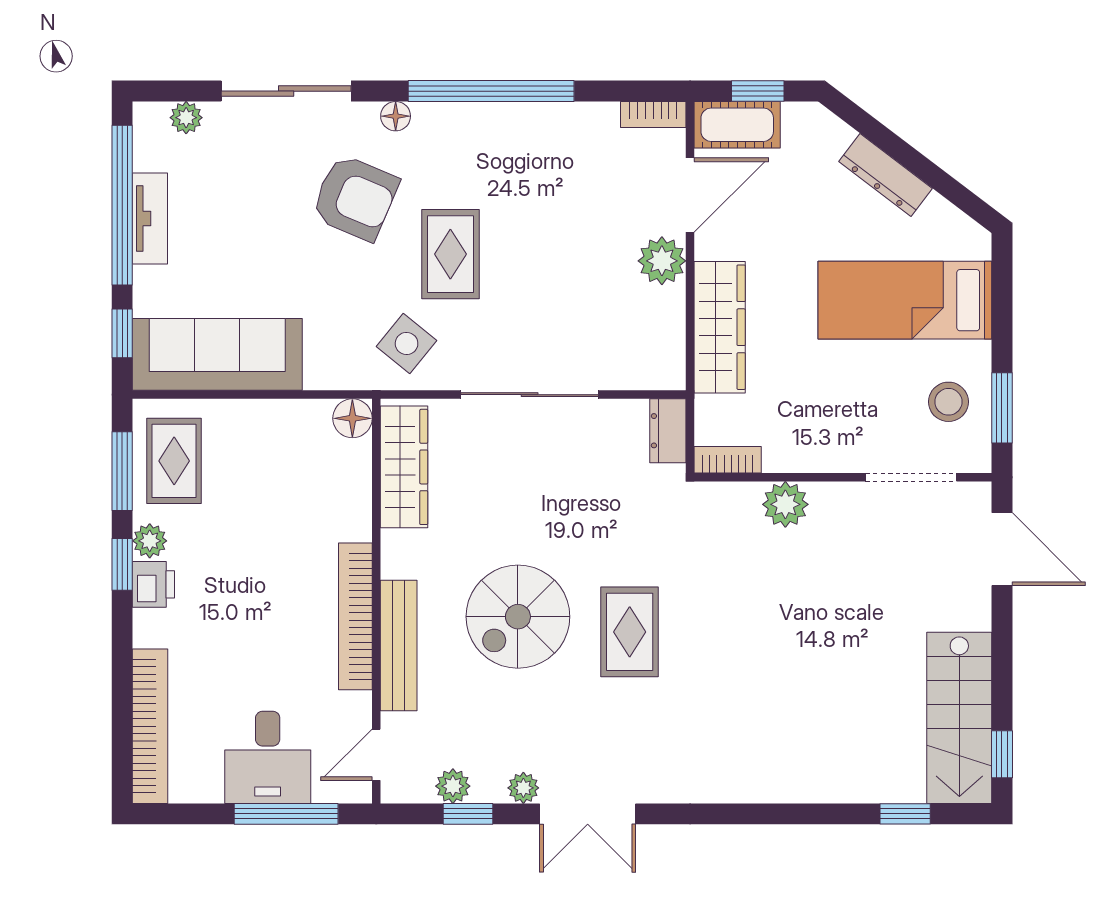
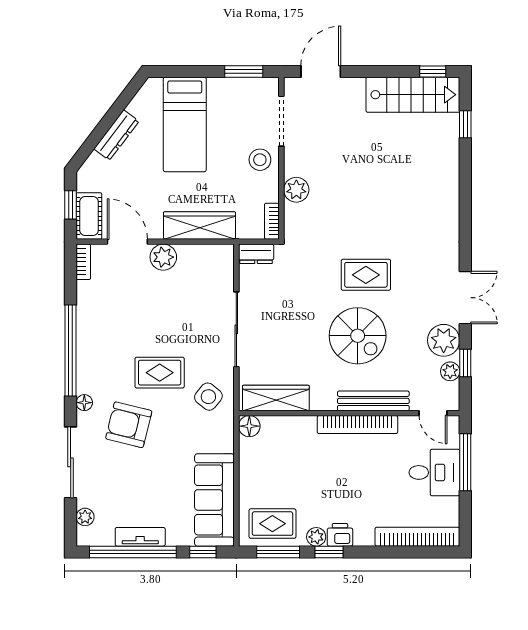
armchair: (355, 198) -> (129, 425), turned -99
stool: (948, 402) -> (260, 160), moved
plant: (523, 788) -> (444, 340), width x1.88, depth x1.88

